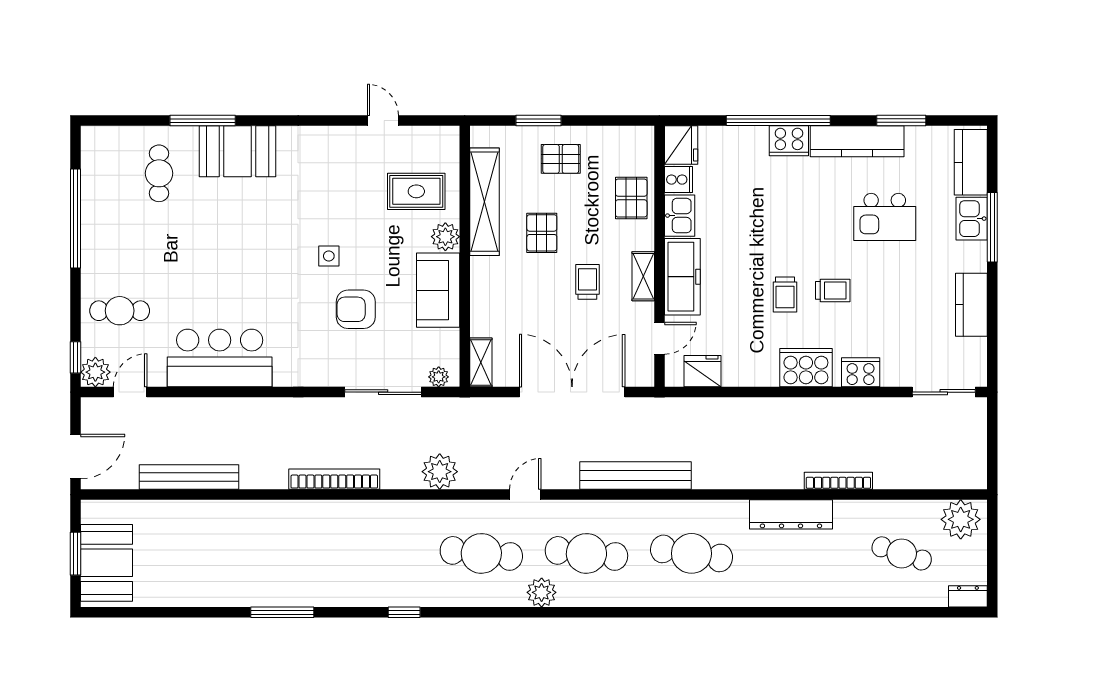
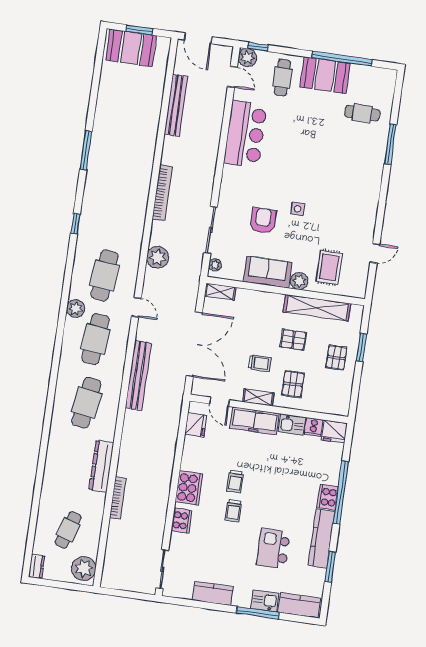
booth: (237, 151) -> (325, 75), moved, turned 90
pallet: (631, 198) -> (293, 384), moved, turned 90
trolley: (785, 295) -> (235, 481), turned -90

